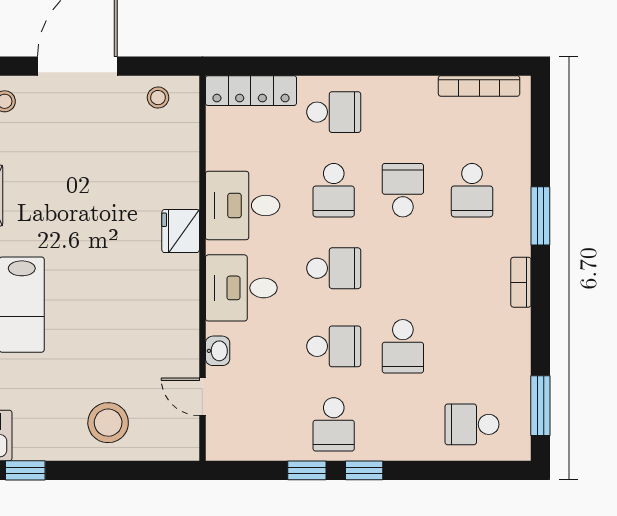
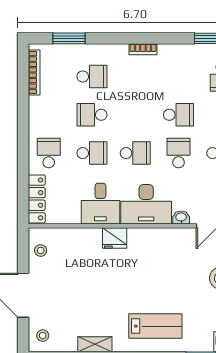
window: (540, 216) -> (69, 38), moved
school desk: (334, 268) -> (135, 153), turned 90
desk: (241, 288) -> (146, 204), width x1.37

